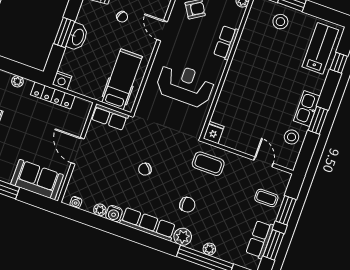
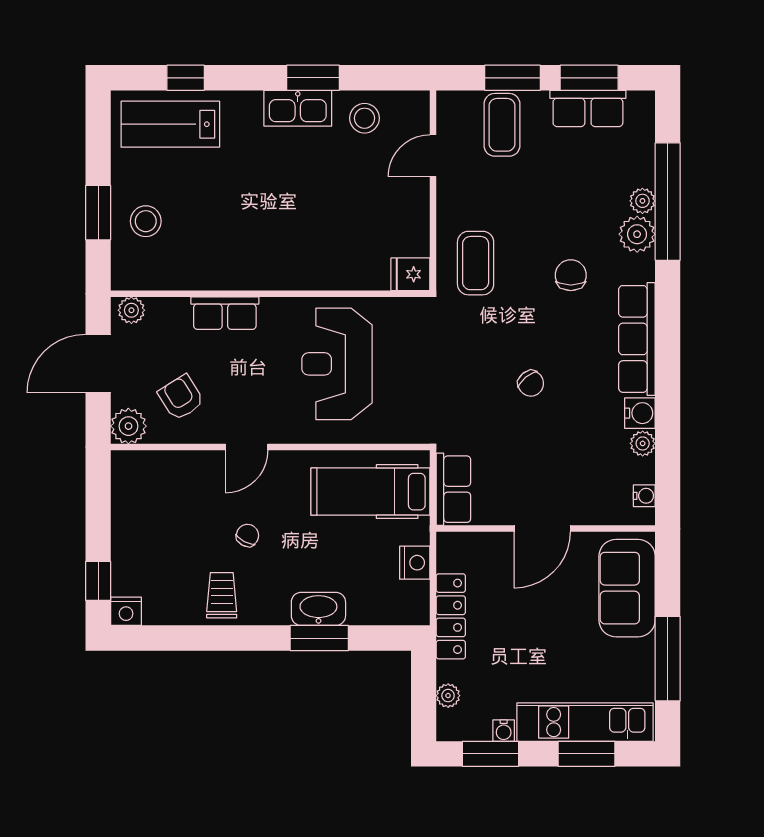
nightstand: (62, 80) -> (415, 563), moved
coffee table: (266, 198) -> (502, 125), width x1.36, depth x1.30
plant: (183, 237) -> (637, 234), moved

